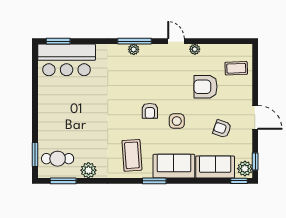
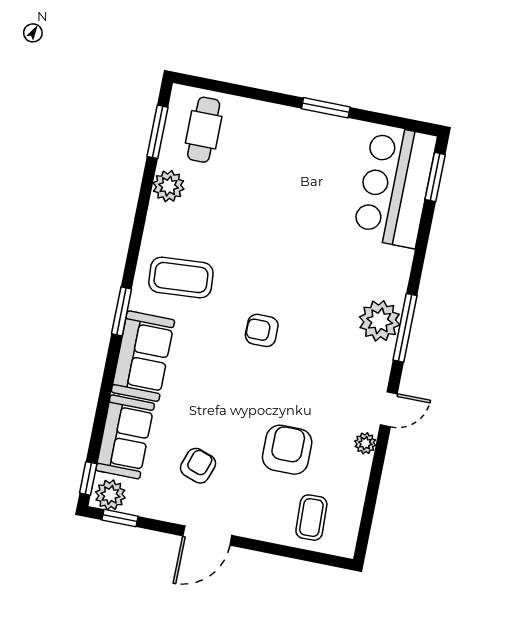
plant: (134, 49) -> (380, 321), width x1.87, depth x1.87
side table: (177, 121) -> (231, 379), removed
window: (35, 154) -> (326, 108), moved

